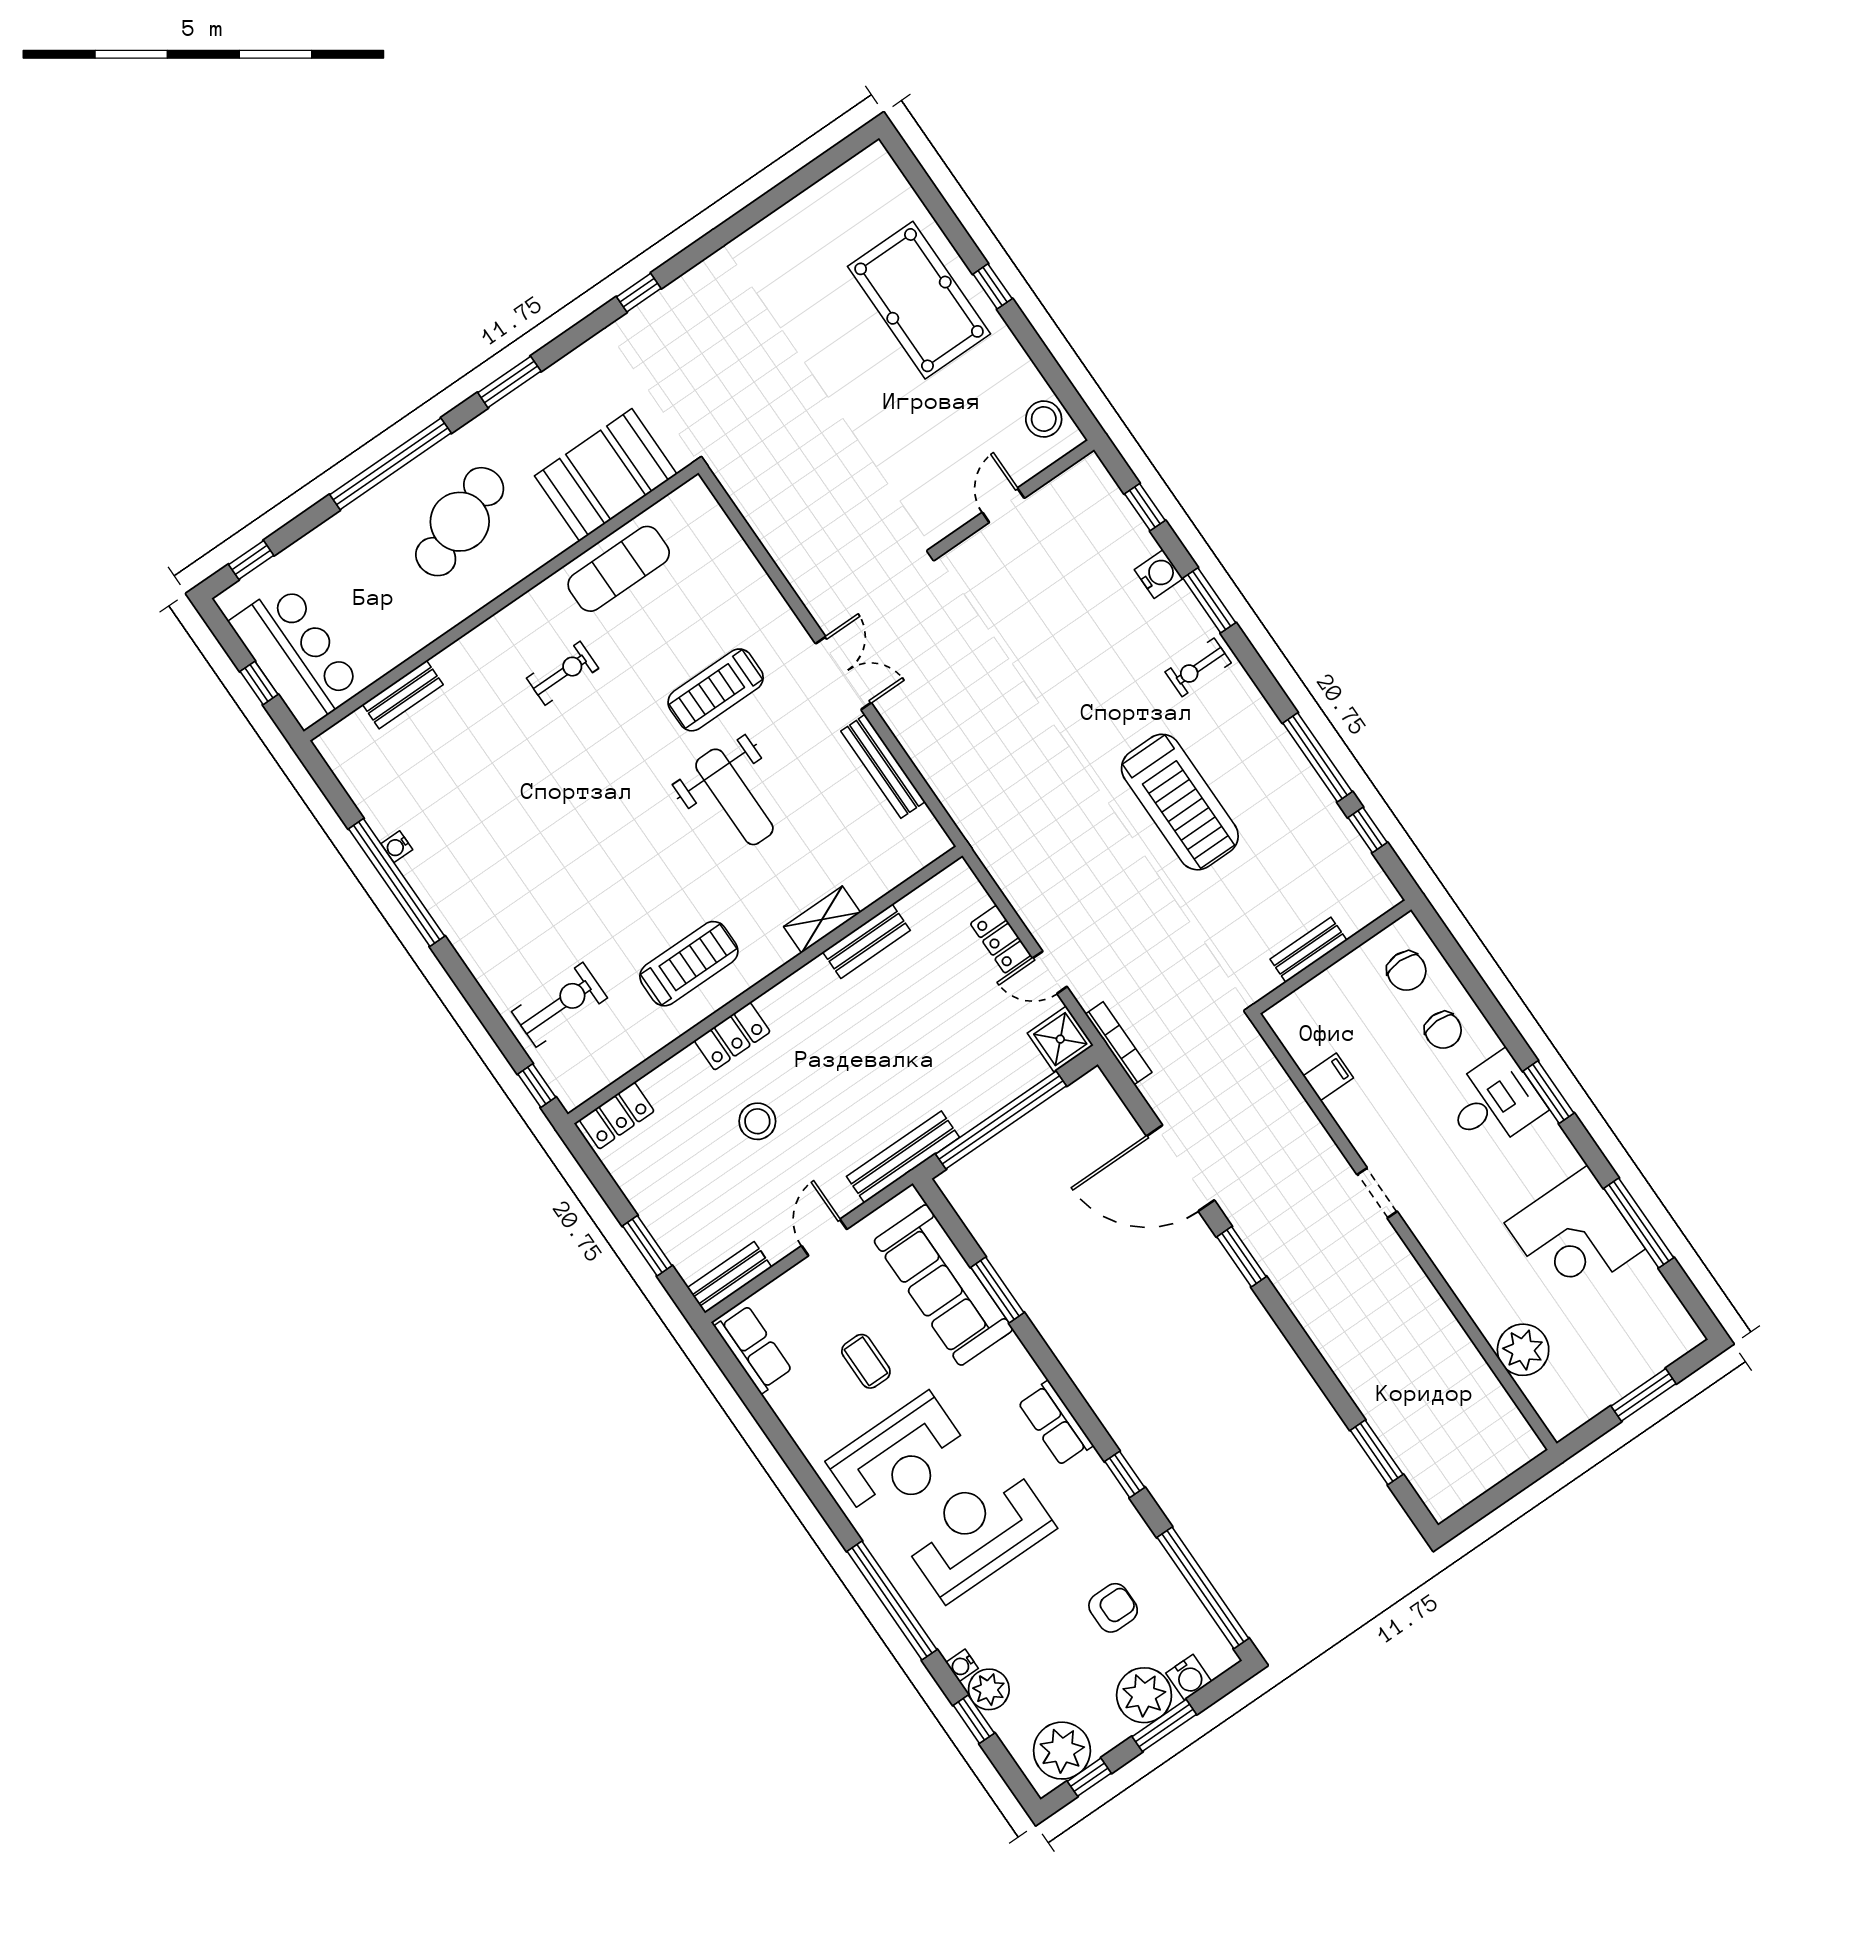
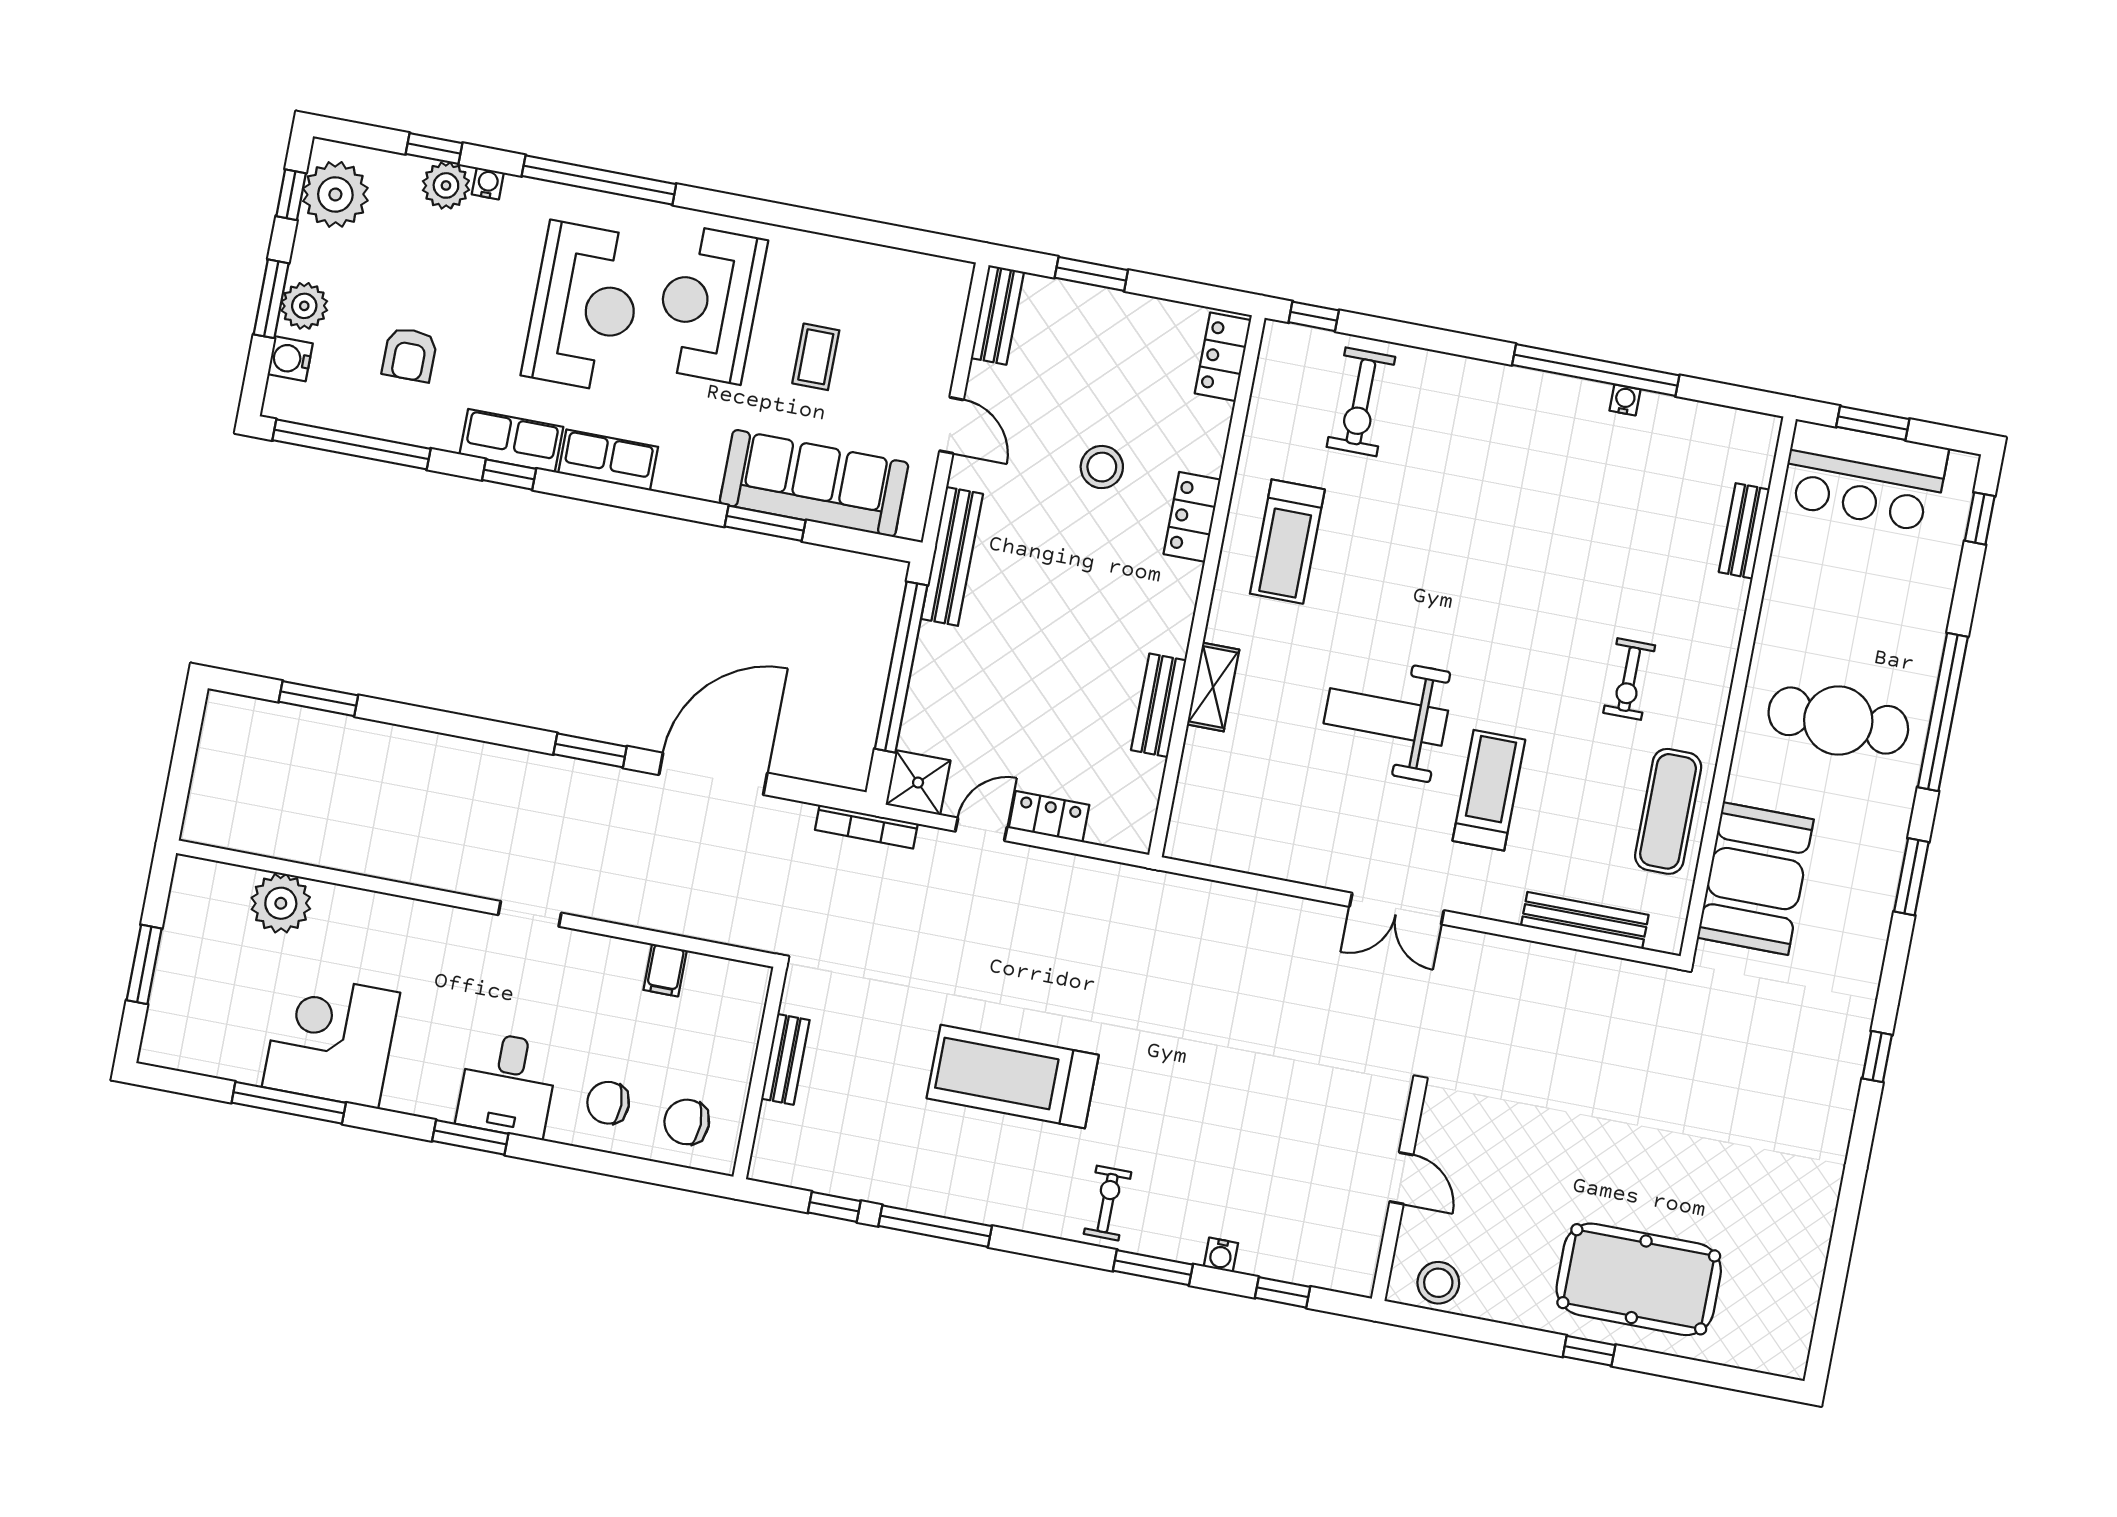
cafe table: (460, 522) -> (1838, 721), turned -69
water cooler: (1159, 574) -> (1221, 1255), width x0.72, depth x0.72
window: (259, 683) -> (1873, 423), width x1.50
bench: (883, 766) -> (1585, 920), moved
row of seats: (754, 1349) -> (511, 441), moved, turned 180
coffee table: (866, 1361) -> (816, 357), turned 90
plant: (1144, 1695) -> (304, 306), width x0.73, depth x0.73

